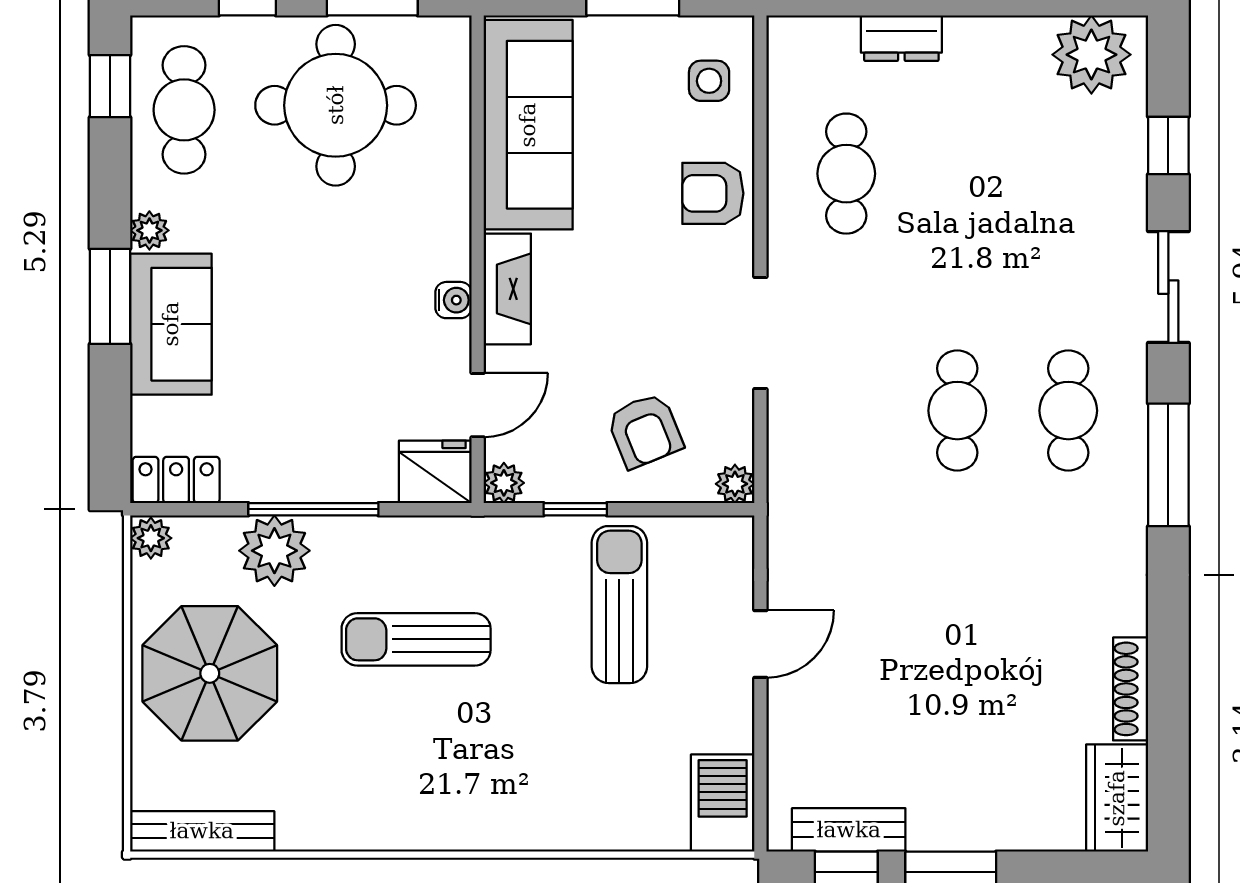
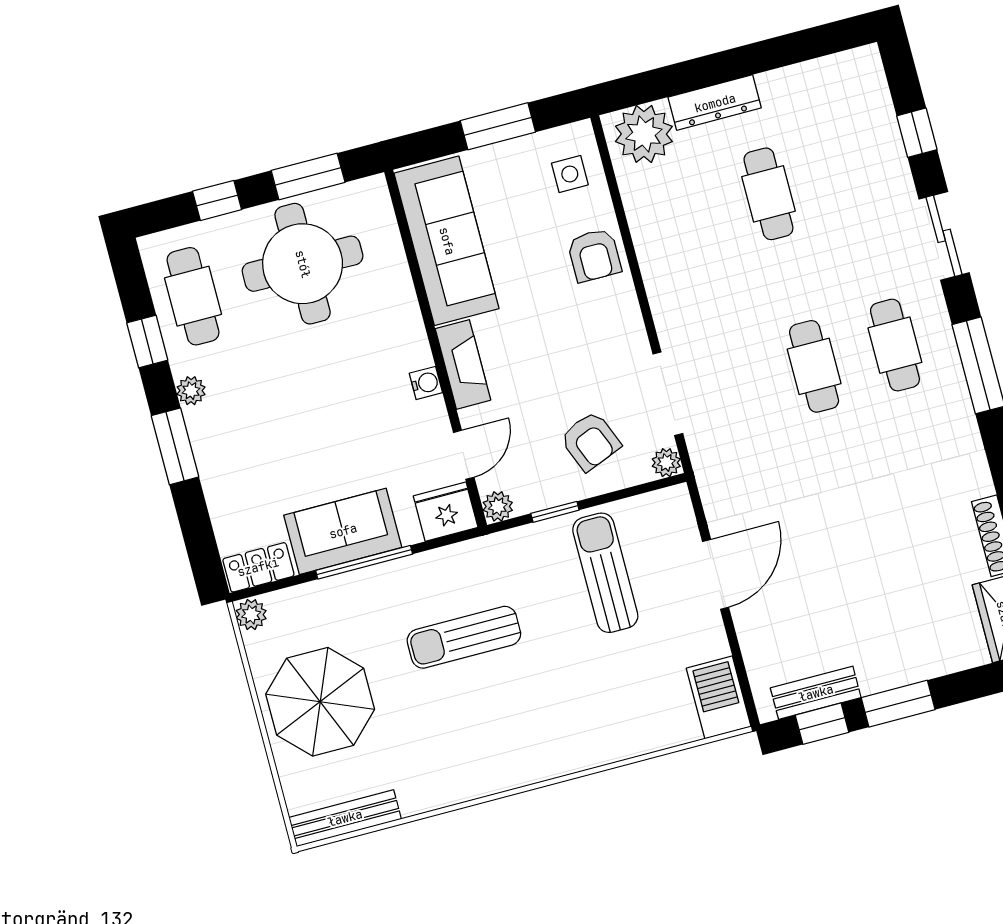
dresser: (901, 38) -> (715, 103), width x1.44
plant: (1091, 55) -> (644, 134), moved
window: (110, 86) -> (147, 341), moved
cafe table: (846, 174) -> (768, 194), moved
armchair: (713, 193) -> (594, 255), turned -90
sofa: (171, 324) -> (343, 531), moved, turned -90
doorway: (760, 333) -> (668, 394), moved
plant: (274, 551) -> (344, 600), removed
door: (760, 644) -> (716, 574), width x1.38

